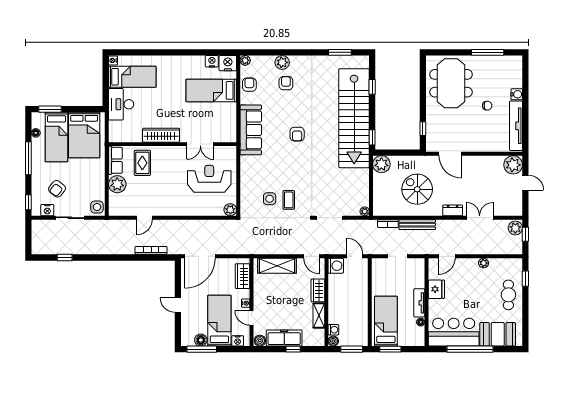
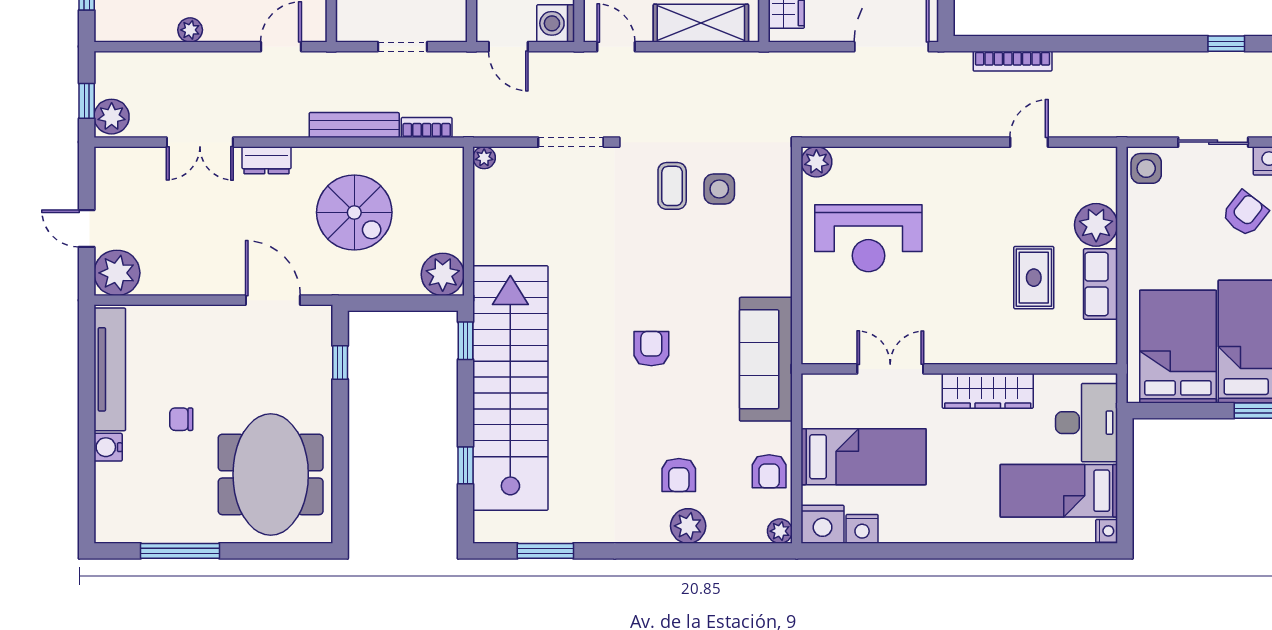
wardrobe: (161, 135) -> (988, 391), moved
wall: (173, 144) -> (959, 369), moved
double door: (200, 144) -> (890, 369), moved

